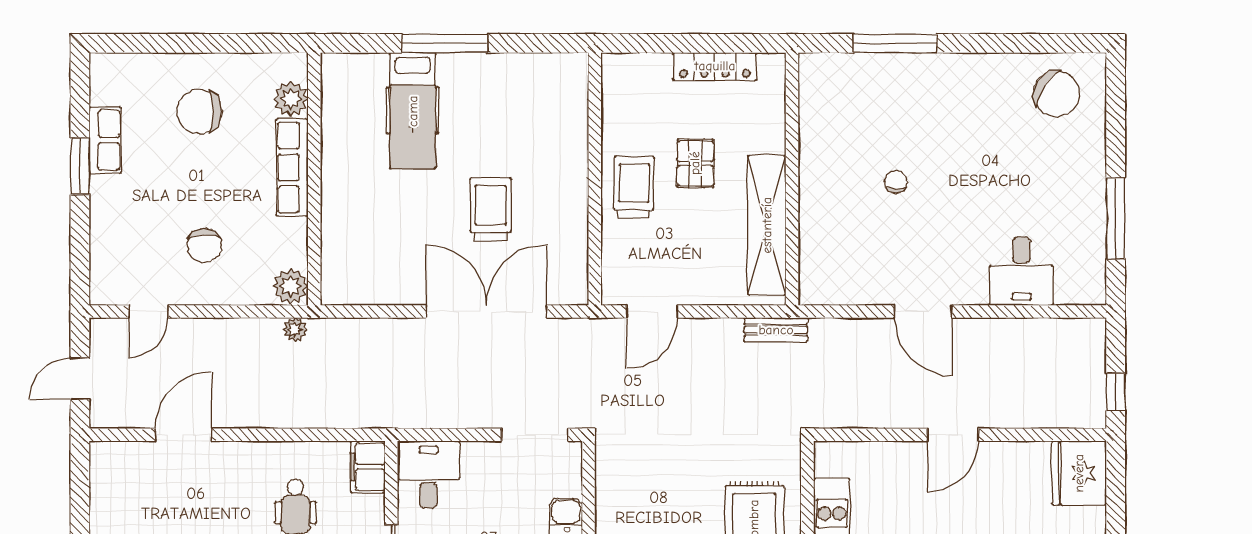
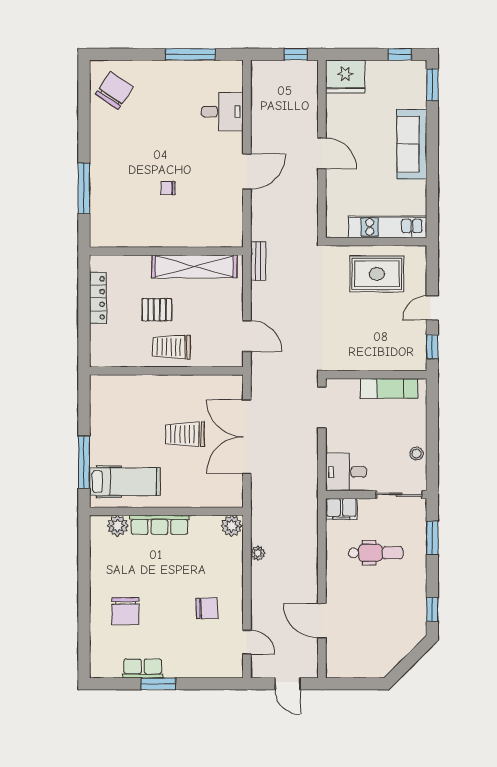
plant: (291, 99) -> (118, 526), moved
row of seats: (292, 167) -> (159, 525), moved
wall: (314, 179) -> (166, 511), moved
plant: (290, 286) -> (232, 526), moved

